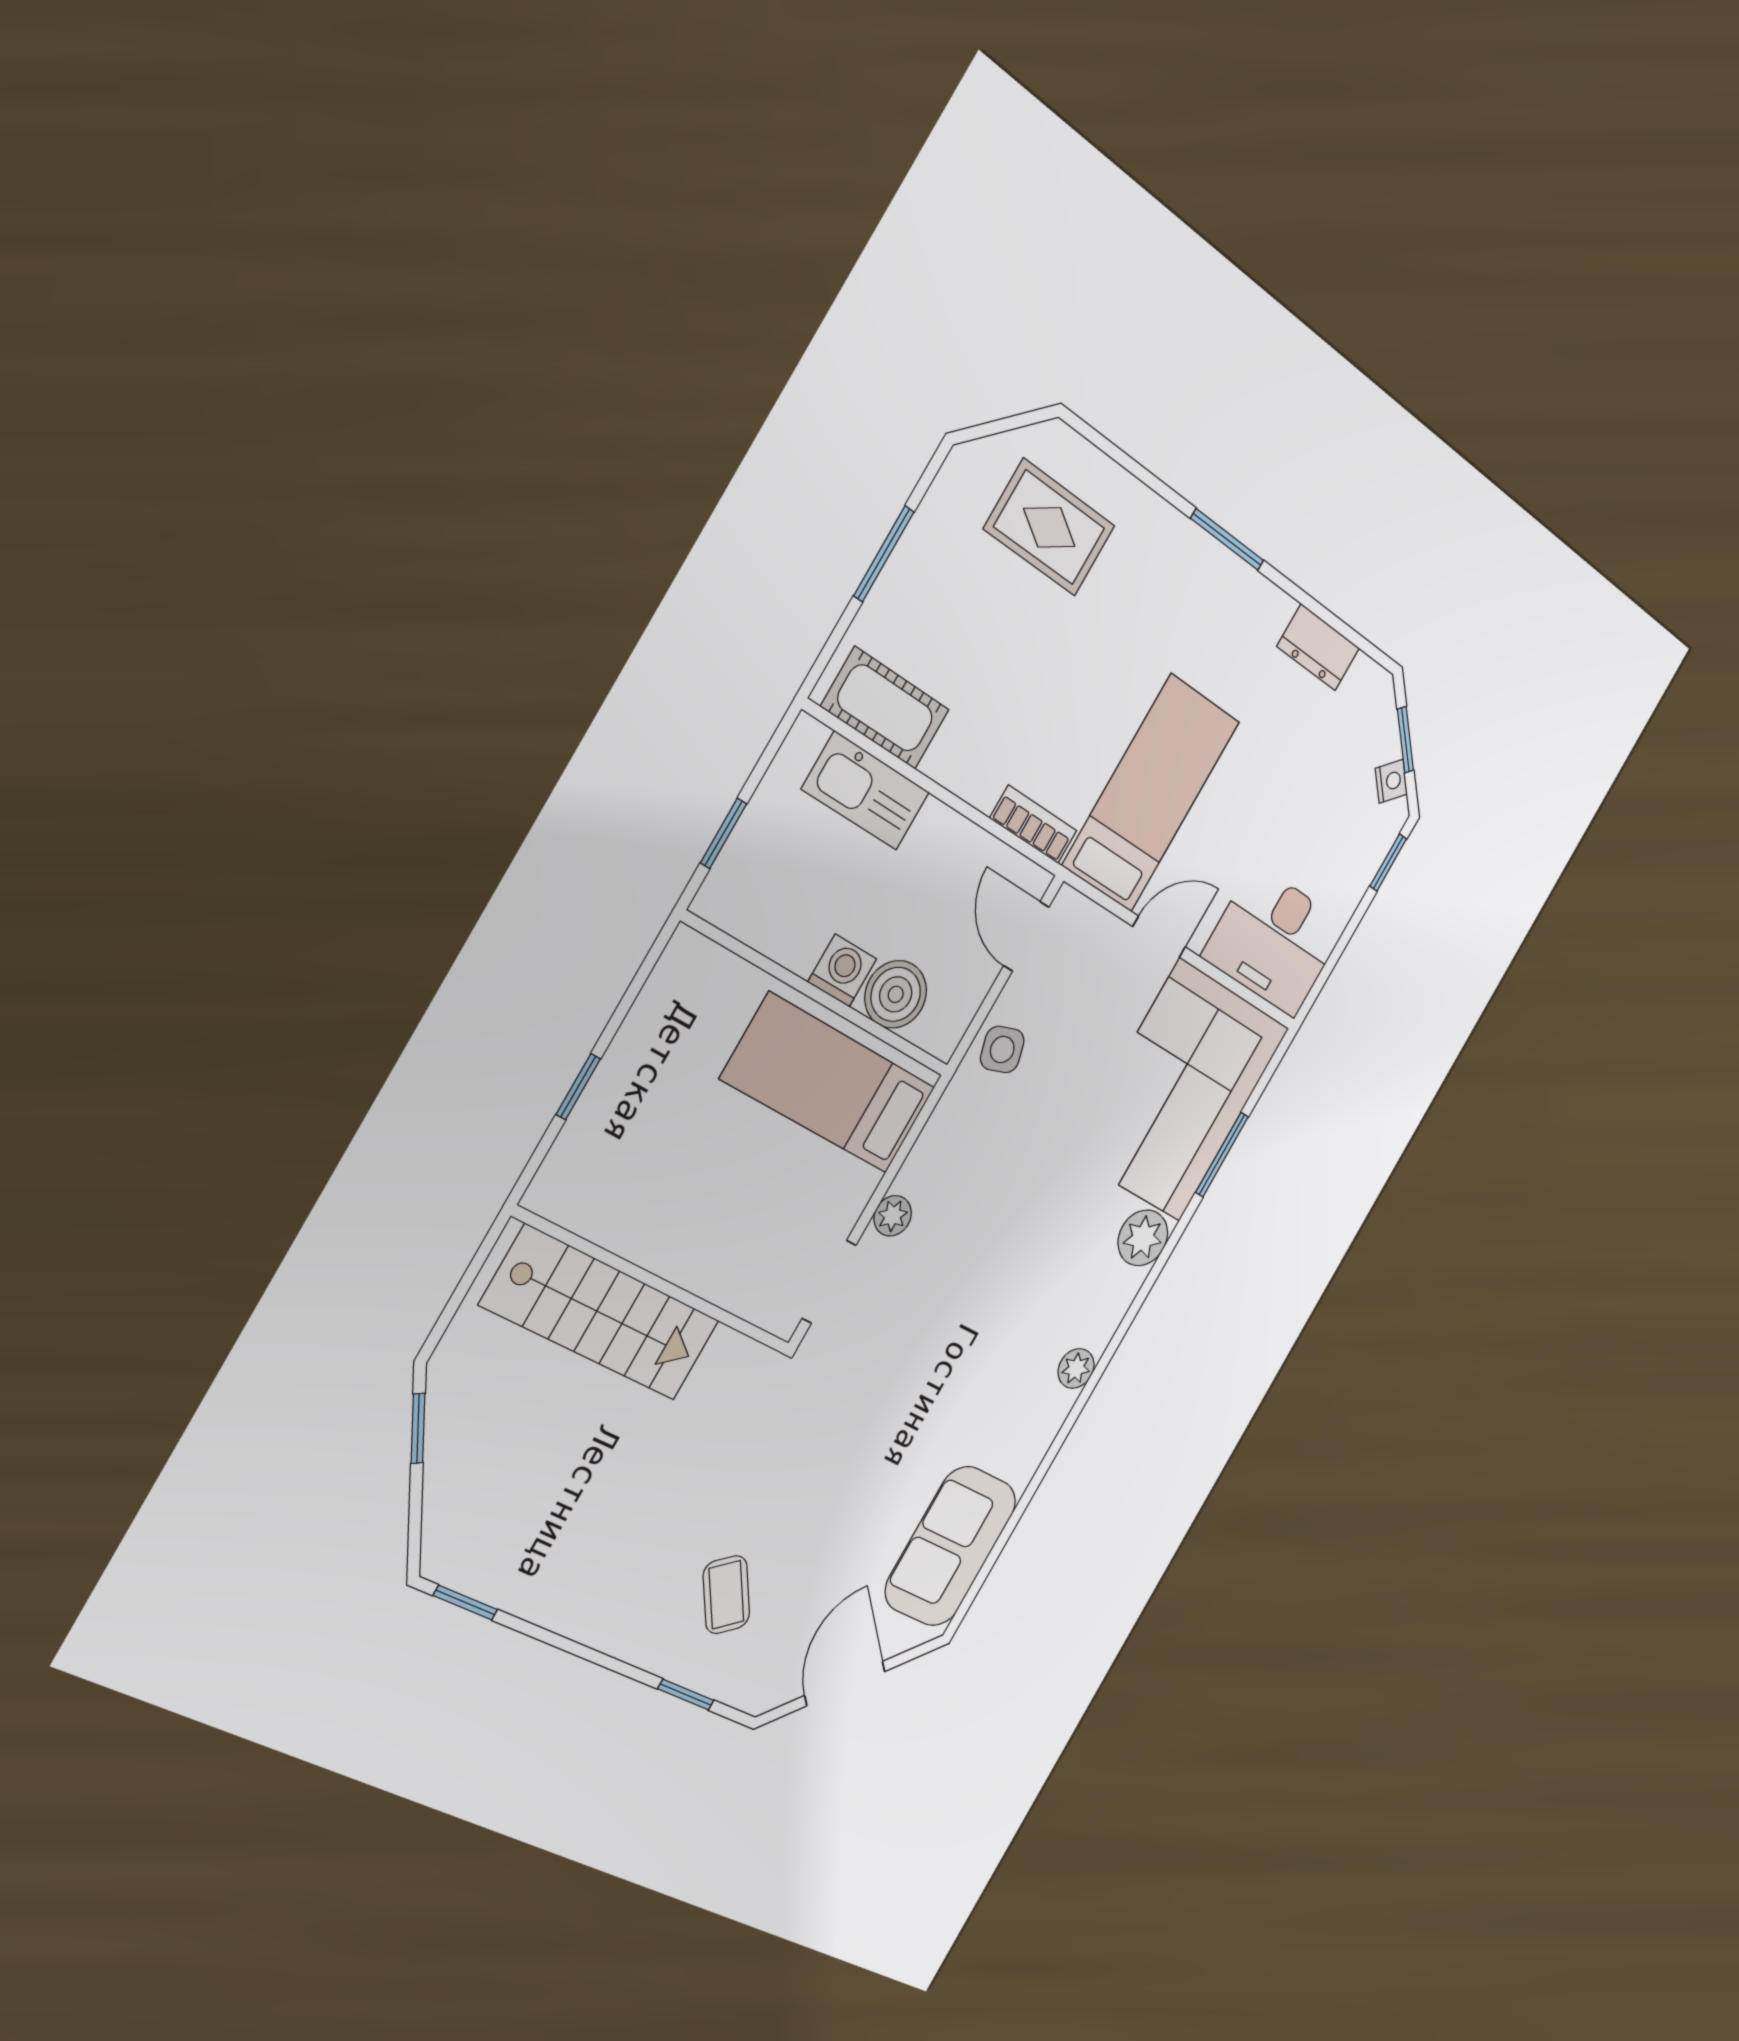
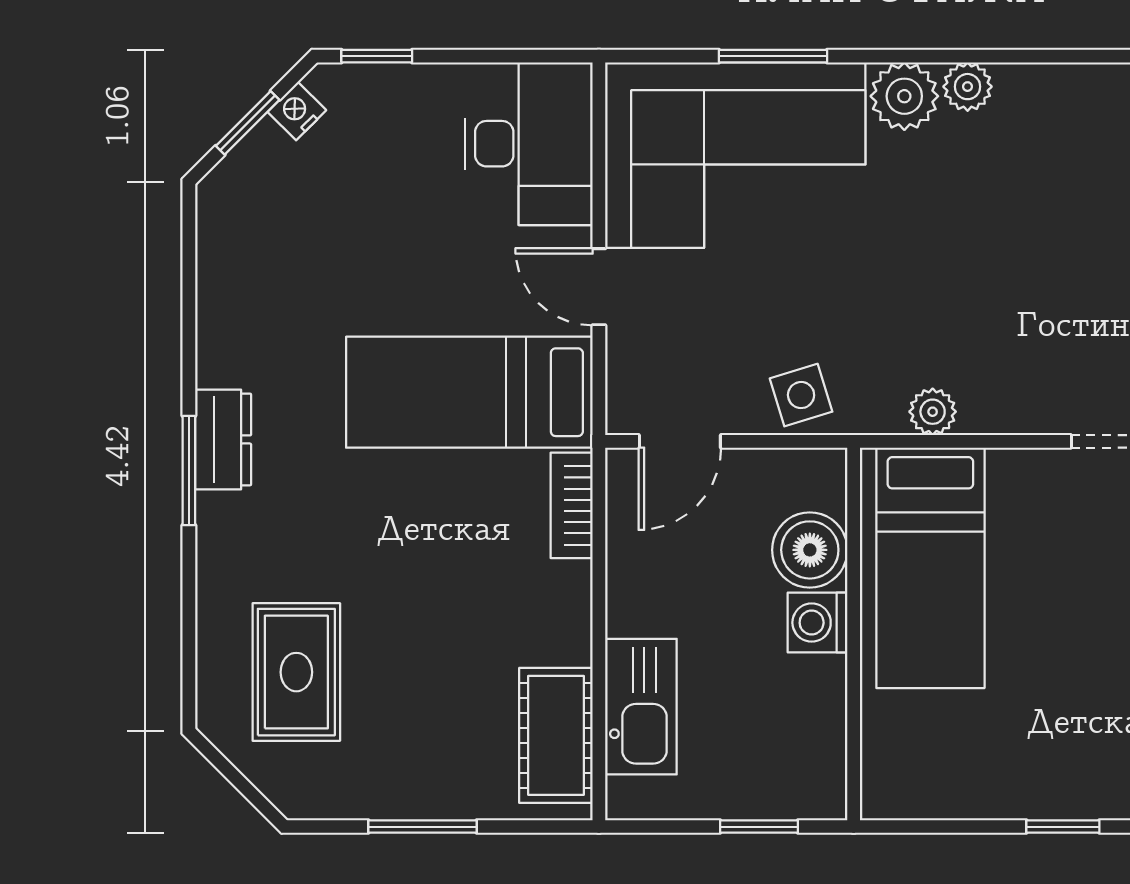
dresser: (1318, 647) -> (223, 439), moved
plant: (893, 1216) -> (933, 412), moved
plant: (1076, 1368) -> (968, 87), moved

